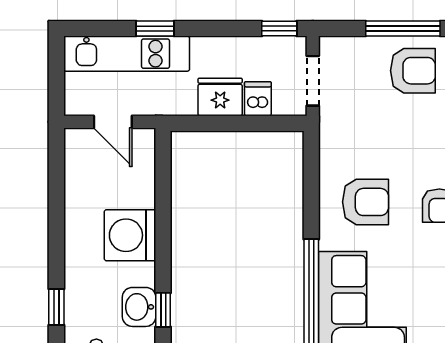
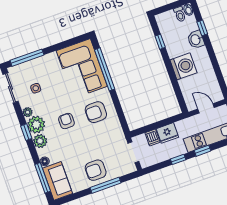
window: (279, 29) -> (178, 159), moved
washbasin: (139, 307) -> (196, 40), moved, turned 180

